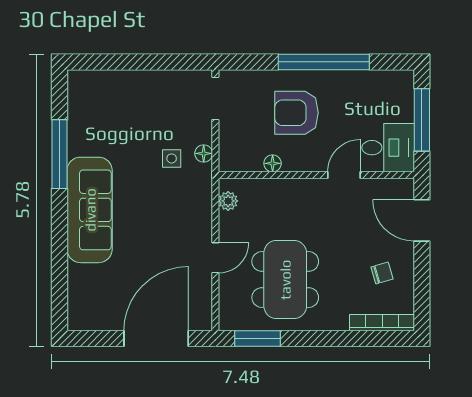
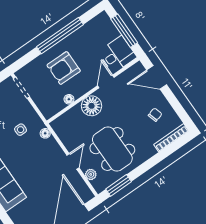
floor lamp: (204, 153) -> (45, 133), moved
floor lamp: (299, 196) -> (91, 106), added
plant: (228, 201) -> (91, 174), moved

